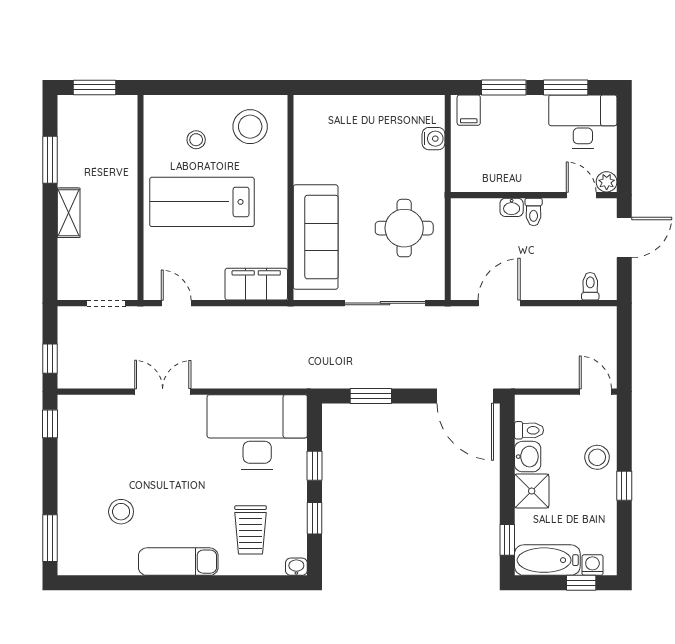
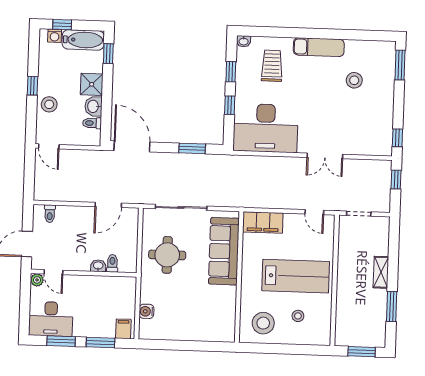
toilet: (534, 212) -> (112, 263), moved

